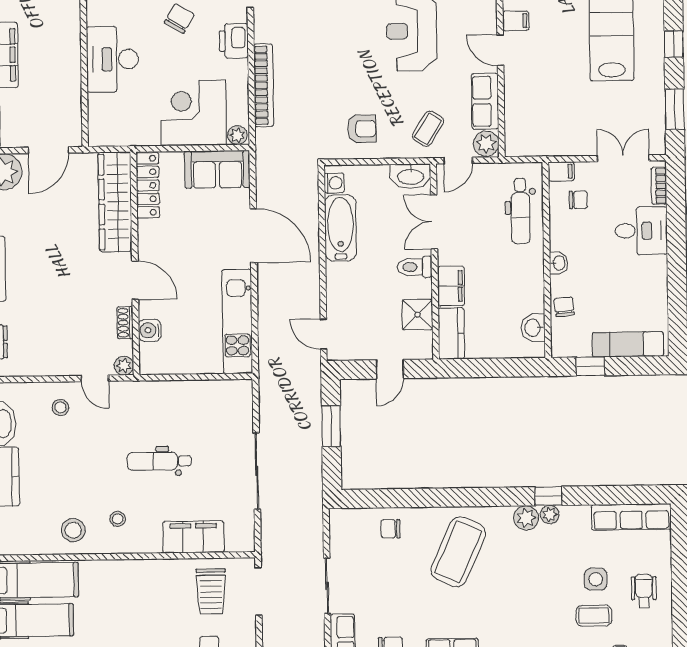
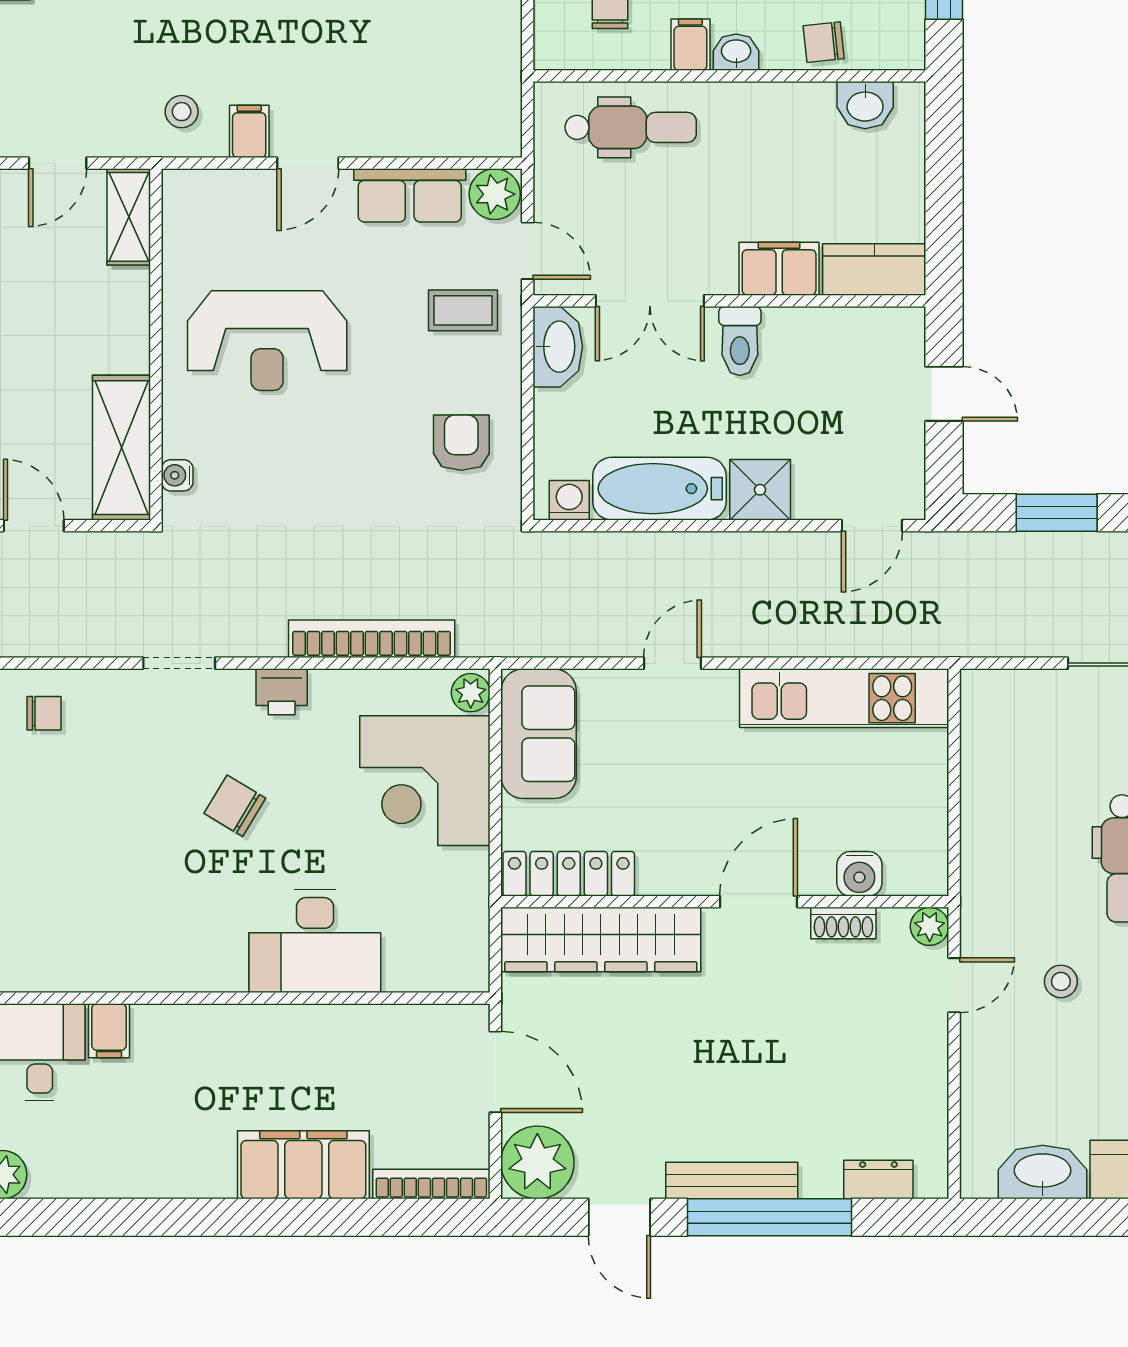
printer: (234, 41) -> (282, 692), width x0.73, depth x0.81
coffee table: (428, 129) -> (463, 310), turned -32
filing cabinet: (561, 171) -> (690, 45), moved
door: (253, 236) -> (672, 663), width x0.53
shower: (418, 315) -> (760, 490), moved
stool: (60, 407) -> (1061, 981), moved

